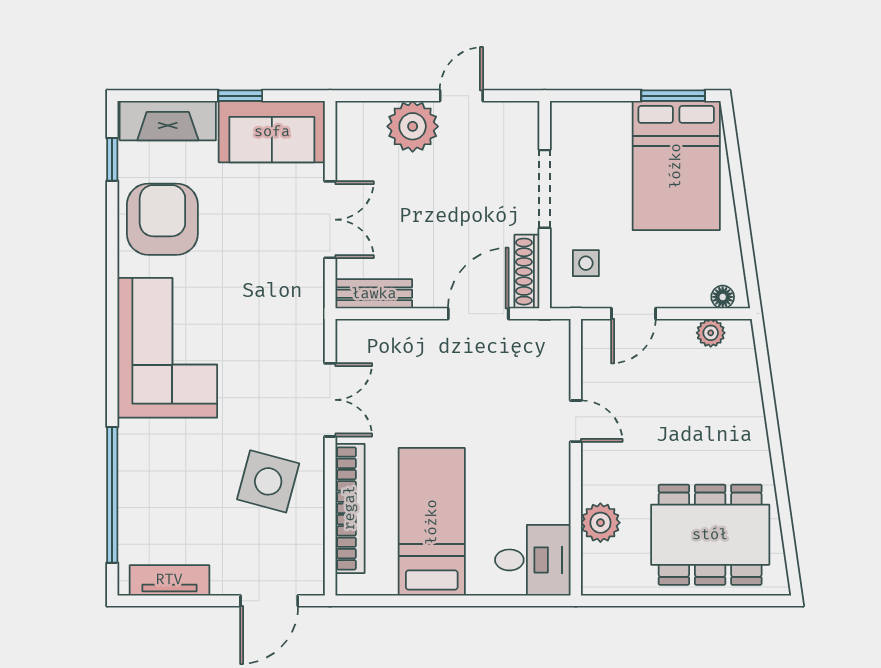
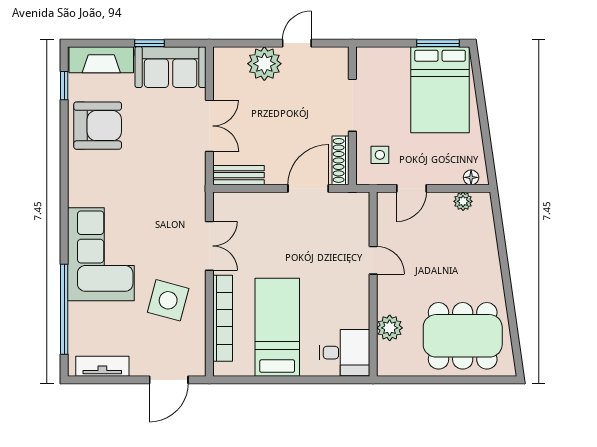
armchair: (162, 219) -> (98, 126), turned 90
corner sofa: (167, 348) -> (101, 254), moved

